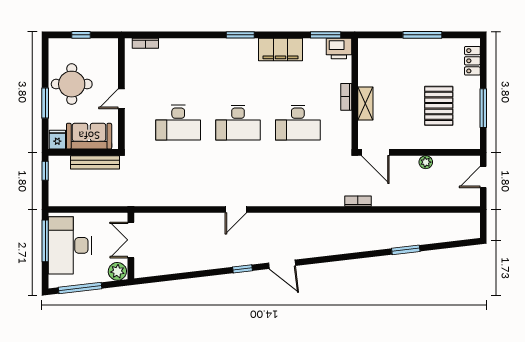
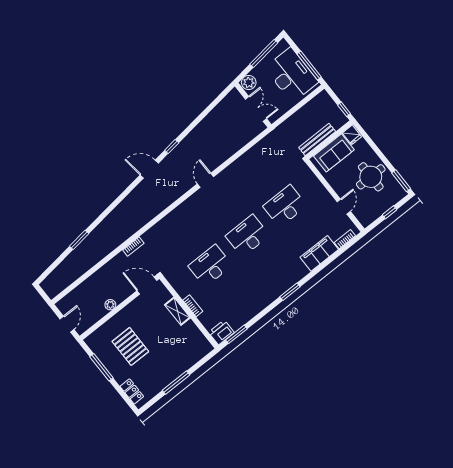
filing cabinet: (280, 49) -> (319, 253), moved
door: (121, 99) -> (344, 207), moved
window: (45, 103) -> (401, 181), moved

